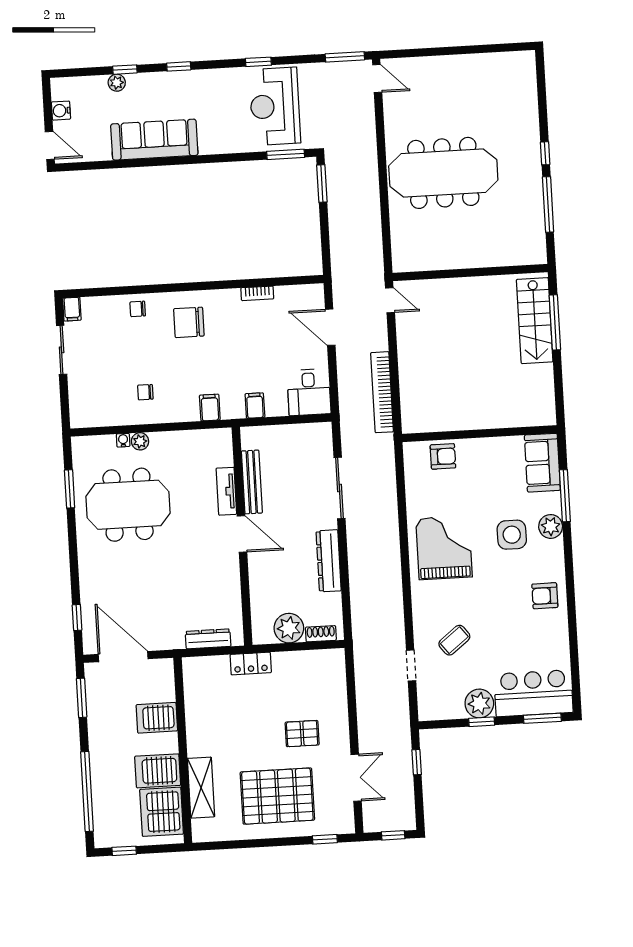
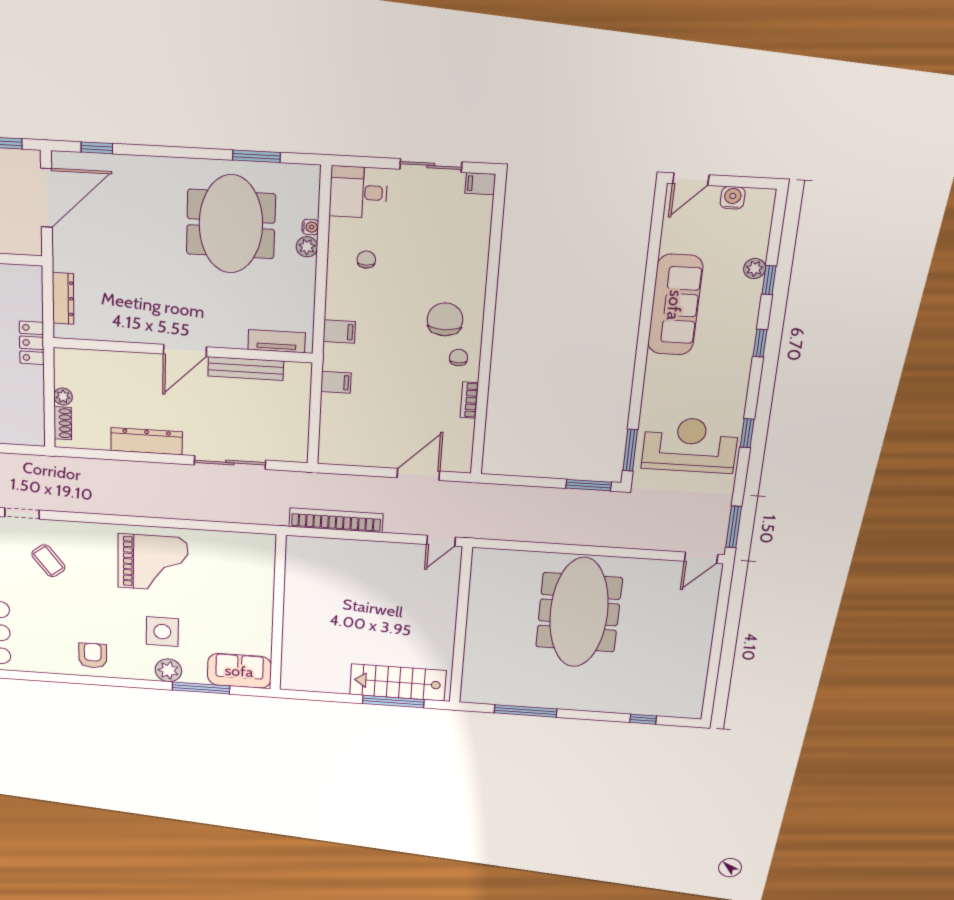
window: (545, 153) -> (643, 719), moved
chair: (138, 309) -> (459, 357), moved
desk: (309, 392) -> (358, 192), moved
armchair: (443, 456) -> (256, 574), removed
tv unit: (226, 491) -> (277, 341), moved
plant: (289, 628) -> (63, 396), width x0.53, depth x0.53

